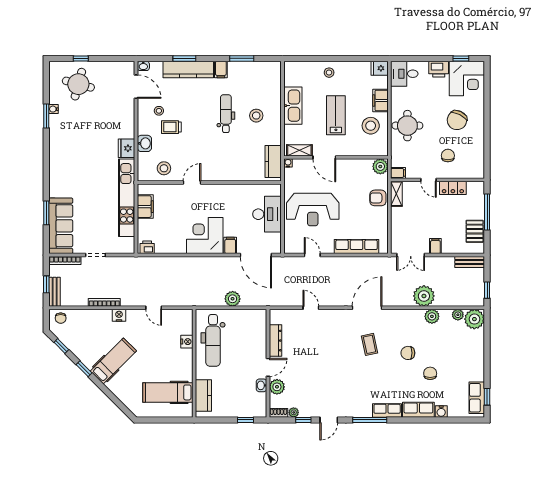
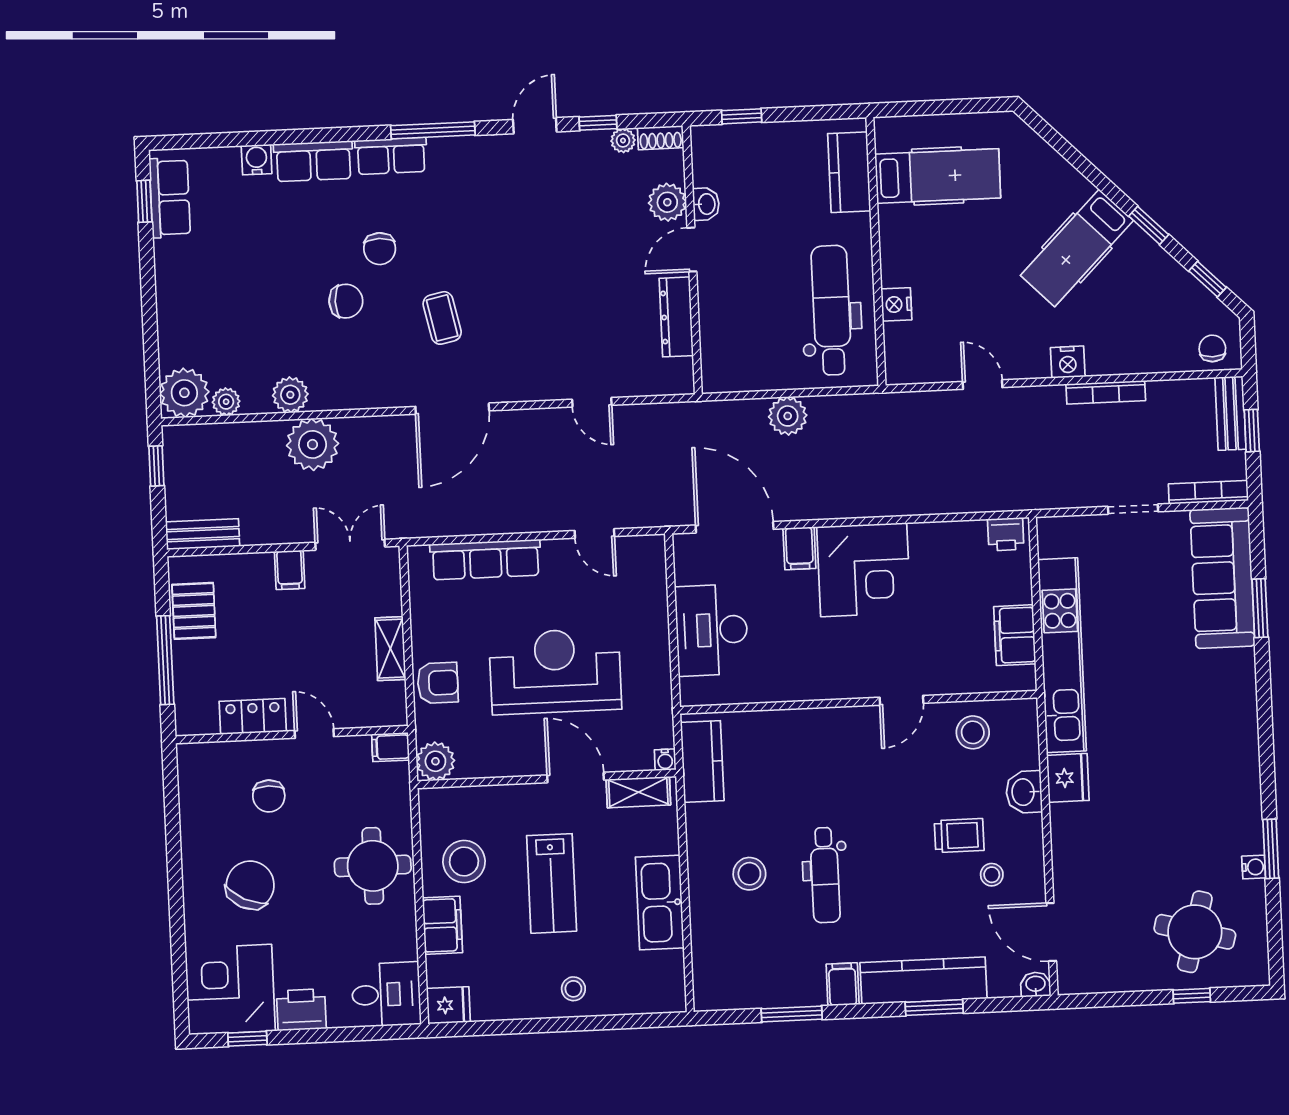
shelving: (396, 194) -> (390, 649), moved
reception desk: (313, 210) -> (555, 671), moved
chair: (430, 373) -> (380, 249), moved

